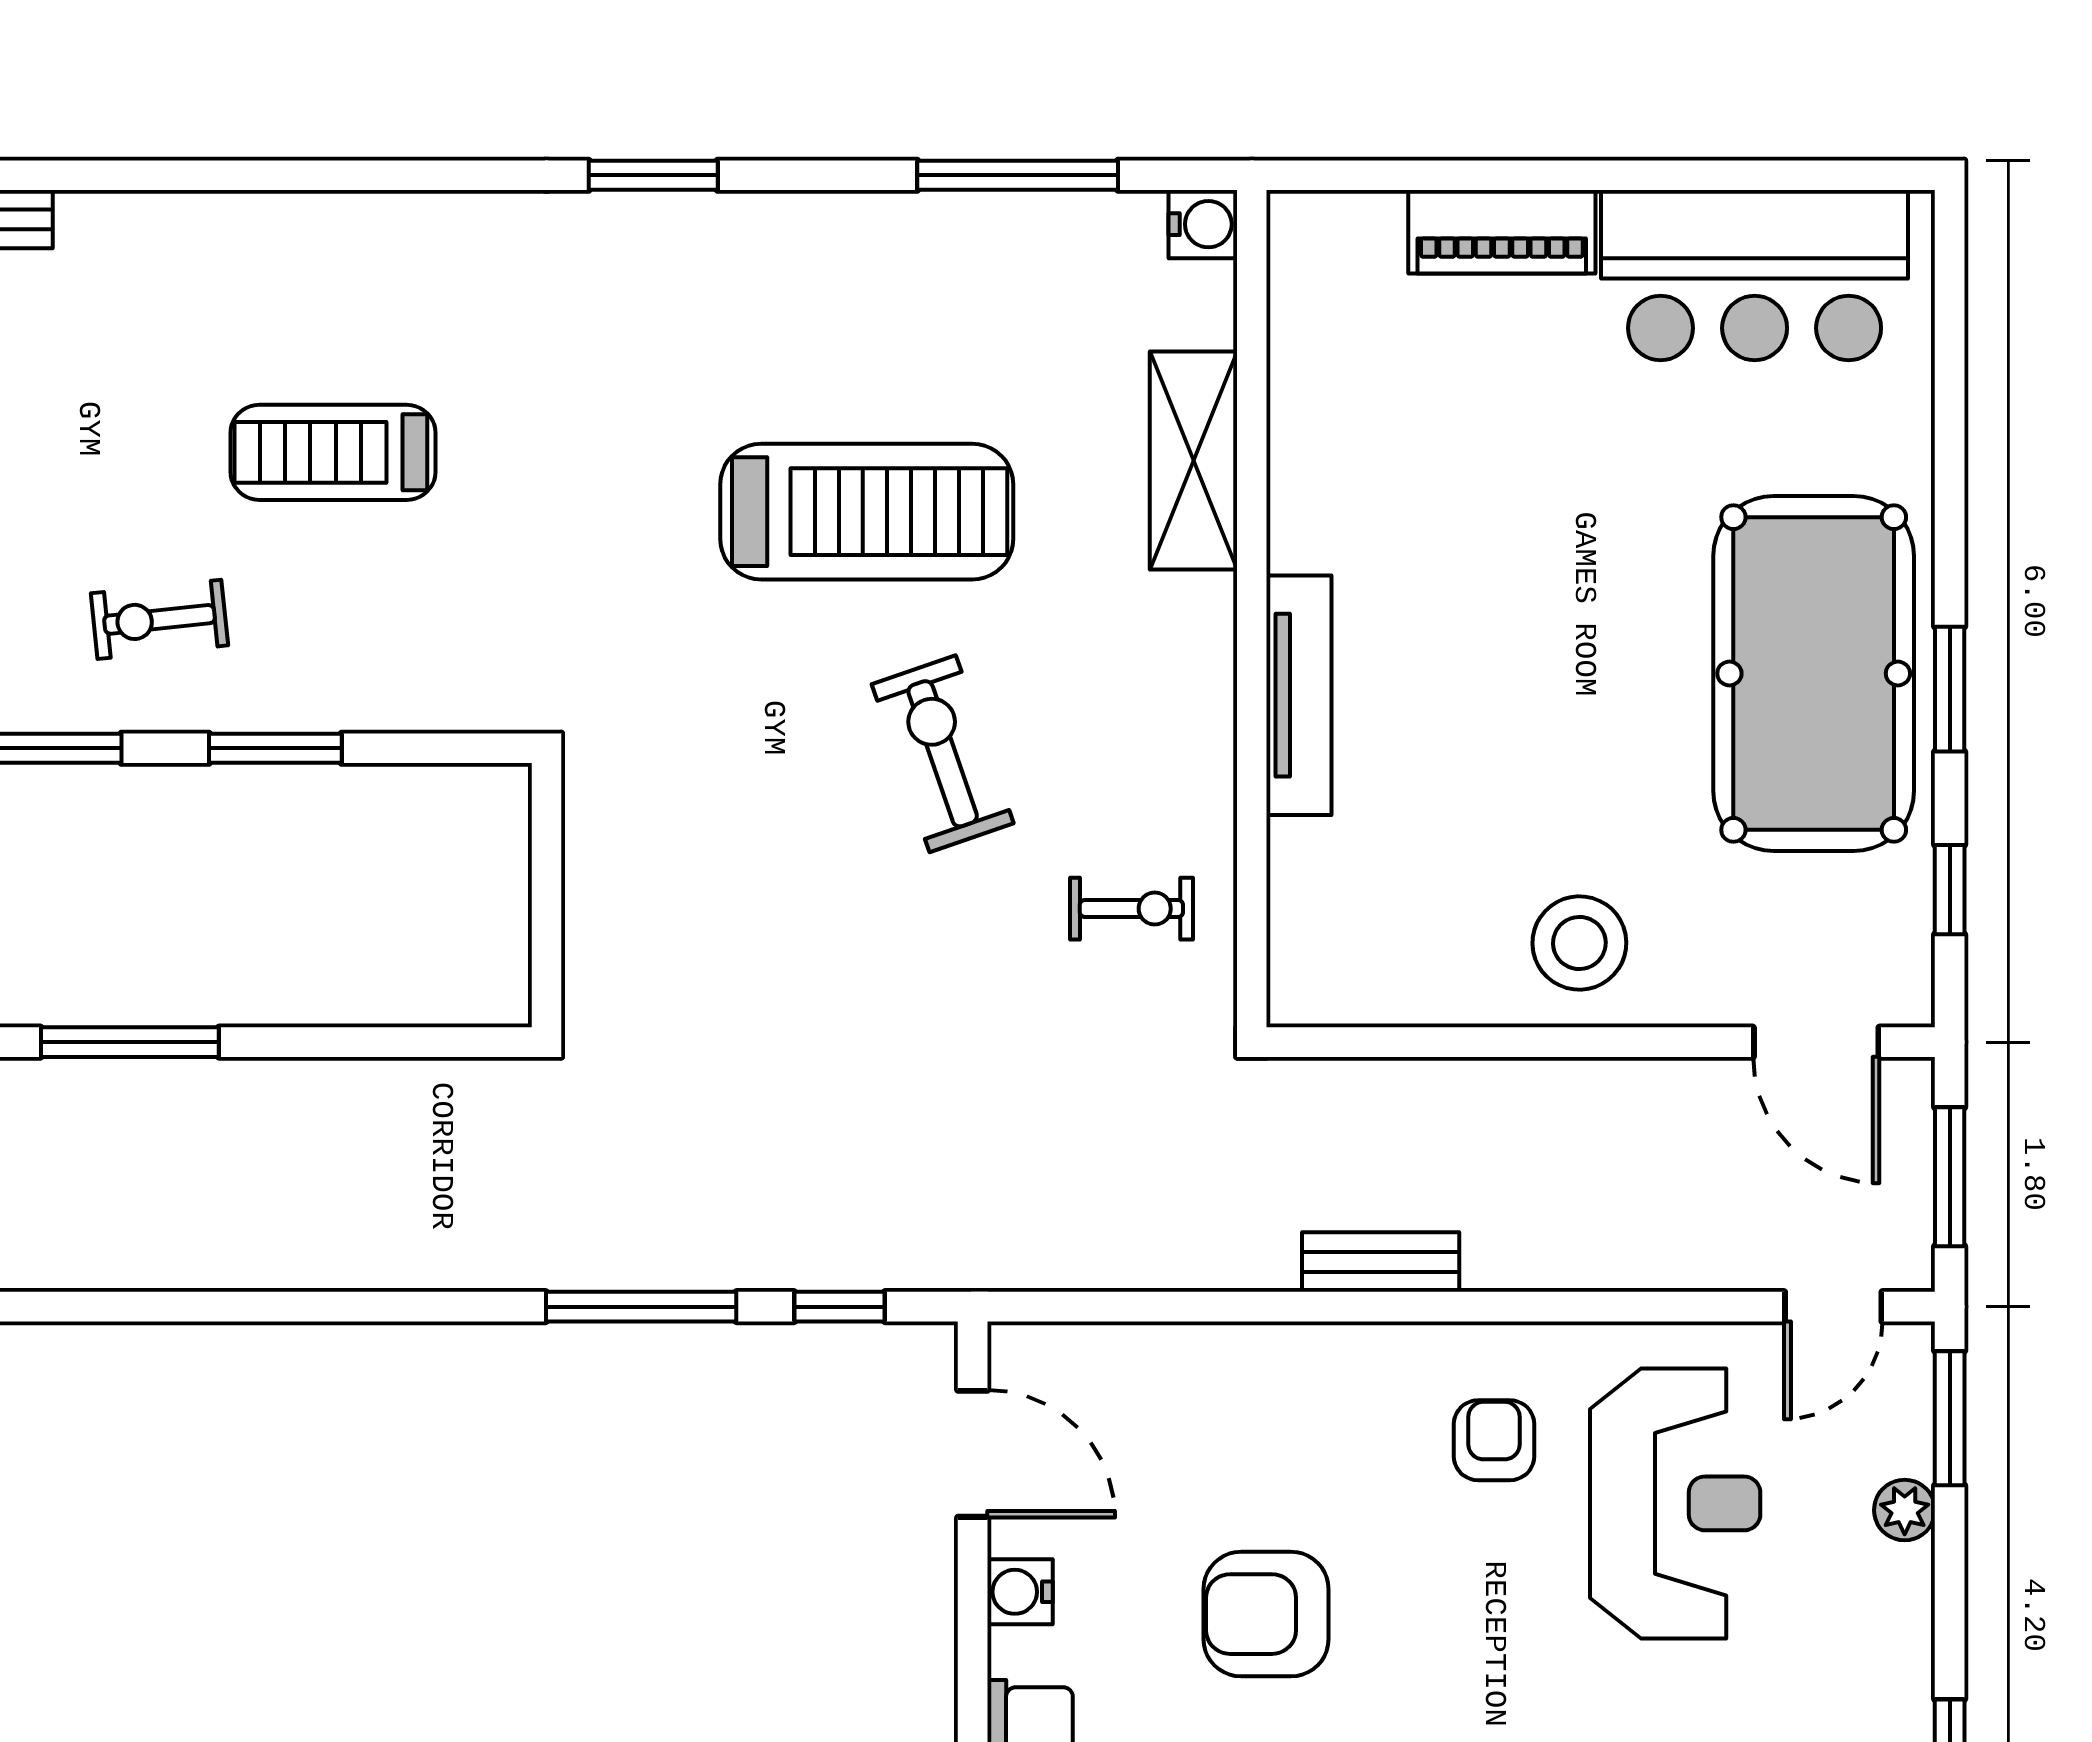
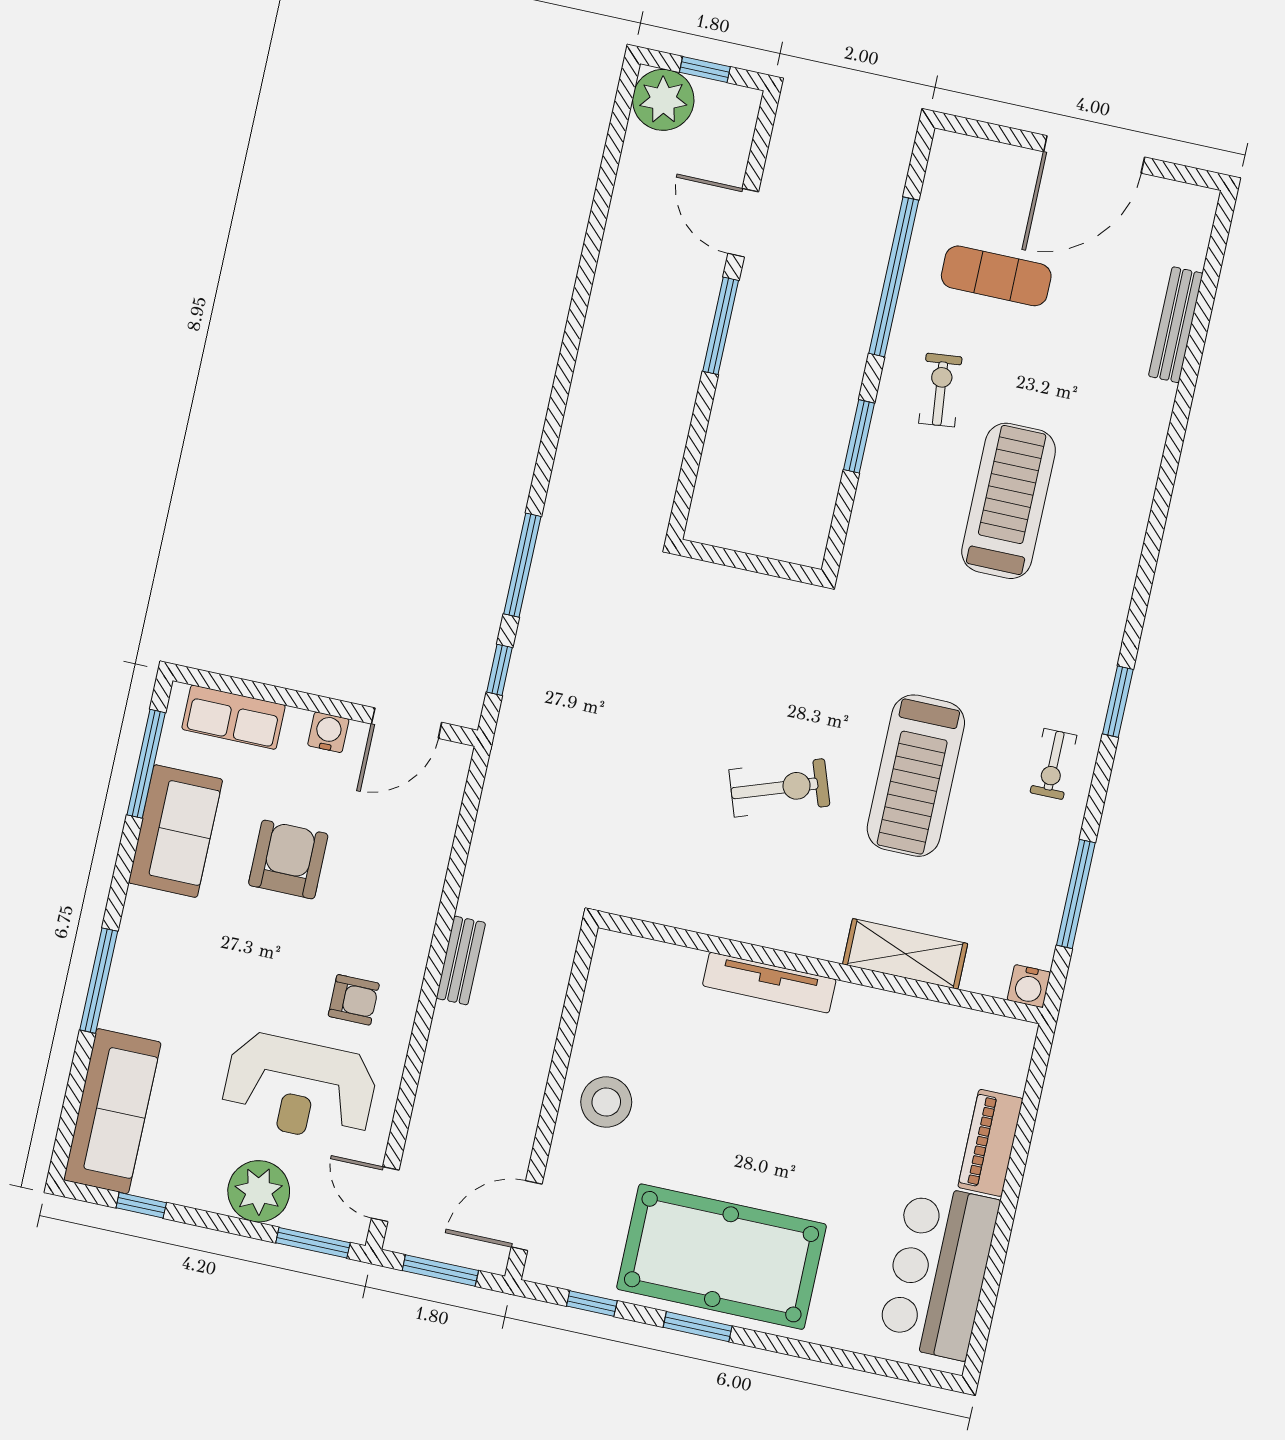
treadmill: (333, 452) -> (1009, 501), width x1.37, depth x1.38
exercise bike: (1131, 909) -> (1053, 764), moved
plant: (1905, 1510) -> (259, 1191), width x1.88, depth x1.88

